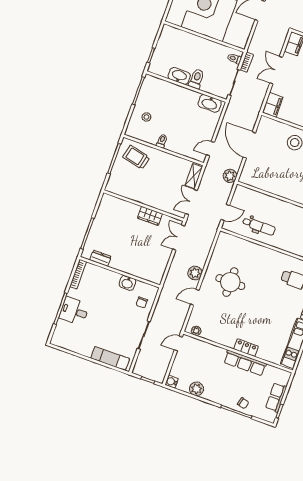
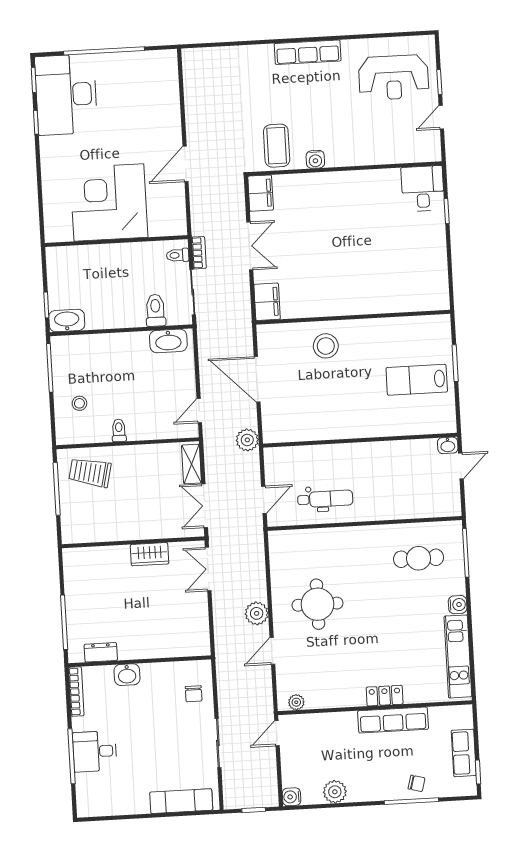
double door: (276, 70) -> (250, 246), swing flipped
washbasin: (179, 76) -> (67, 321), moved
toilet: (196, 79) -> (155, 310), moved
washbasin: (127, 283) -> (127, 675), moved

